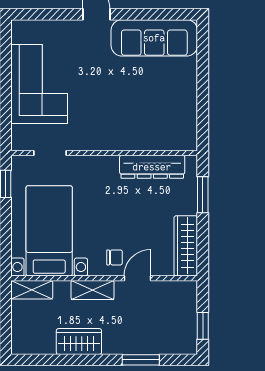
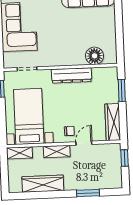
floor lamp: (161, 136) -> (95, 56), added
dresser: (152, 167) -> (72, 75), moved
window: (203, 326) -> (125, 158), moved
wardrobe: (79, 342) -> (43, 184), width x1.50

